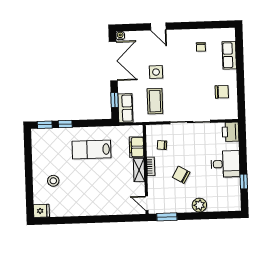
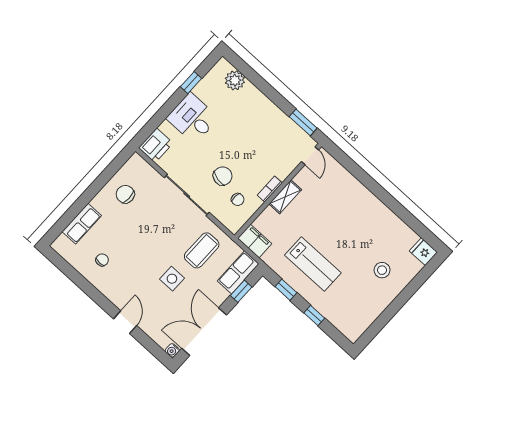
window: (45, 125) -> (286, 290), moved
filing cabinet: (137, 147) -> (255, 241), moved, turned -90
chair: (181, 175) -> (223, 176), moved, turned -108
plant: (199, 205) -> (235, 80), moved

